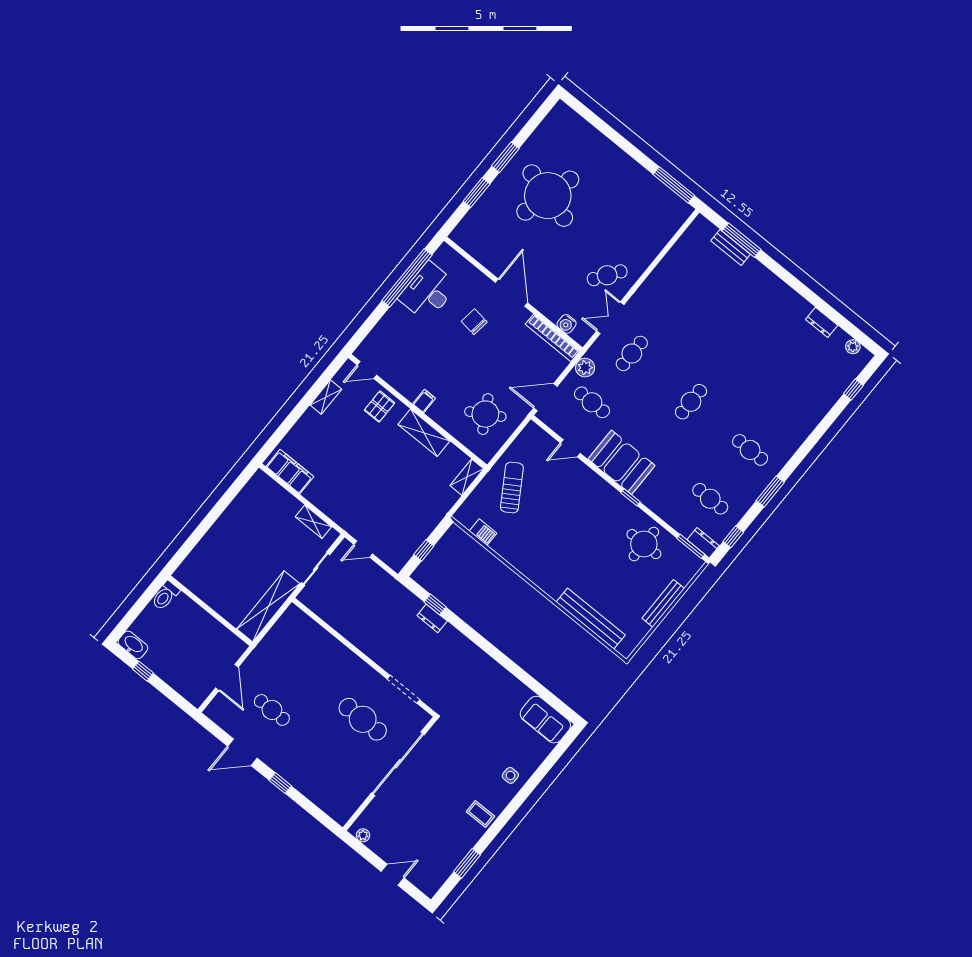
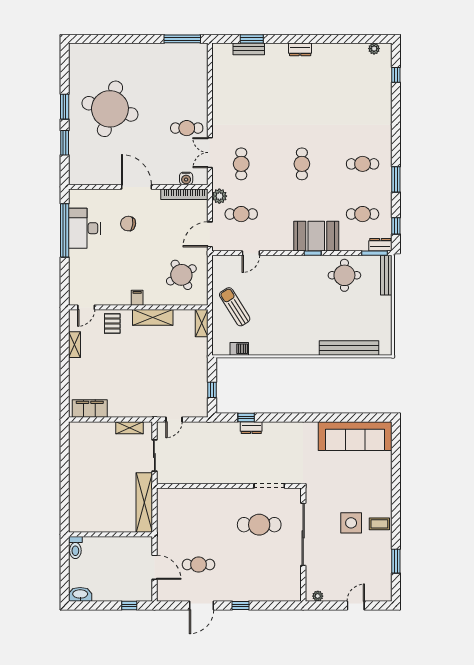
window: (742, 240) -> (252, 39), width x0.69
cafe table: (607, 275) -> (187, 128), turned 55
dresser: (822, 322) -> (300, 49), moved
booth: (622, 462) -> (316, 236), moved
bench: (663, 603) -> (386, 275), moved
window: (143, 671) -> (129, 605), moved
sofa: (545, 720) -> (355, 436), width x1.85, depth x1.27
side table: (510, 775) -> (351, 523), moved, width x1.87, depth x1.87

